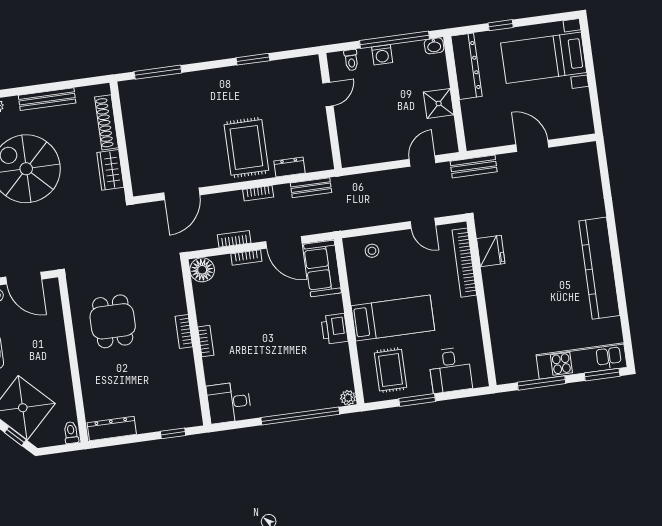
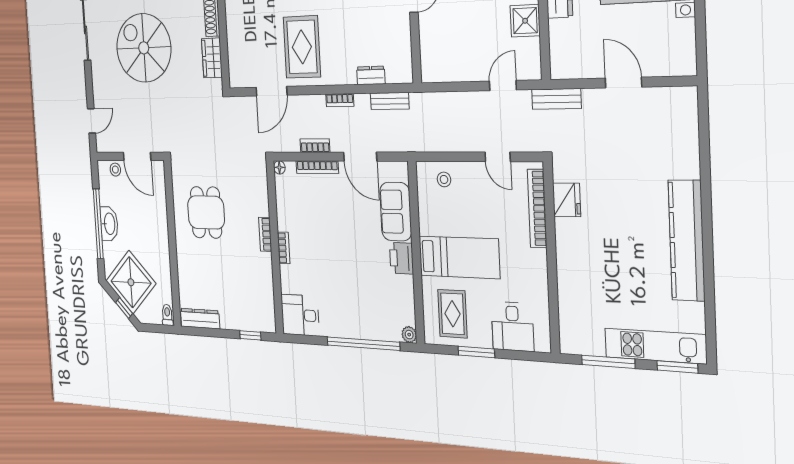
rug: (246, 147) -> (302, 47), moved
bookcase: (246, 257) -> (317, 167), width x1.56
sofa: (322, 268) -> (396, 212), moved
floor lamp: (202, 270) -> (279, 167), width x0.53, depth x0.53

